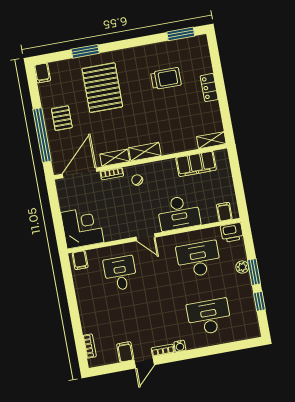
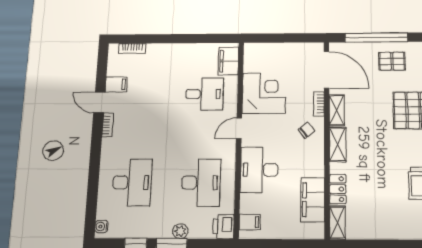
locker: (209, 88) -> (338, 189), moved, turned 90
corner desk: (82, 227) -> (264, 93), moved, turned -90
filing cabinet: (80, 260) -> (228, 61), width x2.00
water cooler: (180, 346) -> (101, 227), moved

